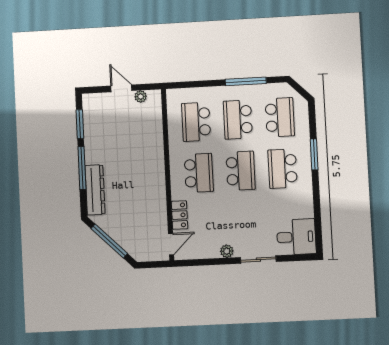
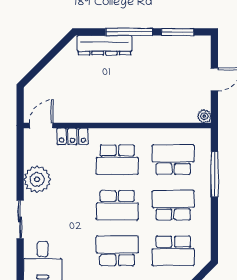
window: (246, 81) -> (214, 174), moved
plant: (141, 96) -> (204, 116), moved
window: (109, 241) -> (48, 58), removed
door: (171, 244) -> (41, 126), swing flipped
plant: (227, 251) -> (37, 179), width x1.88, depth x1.88

